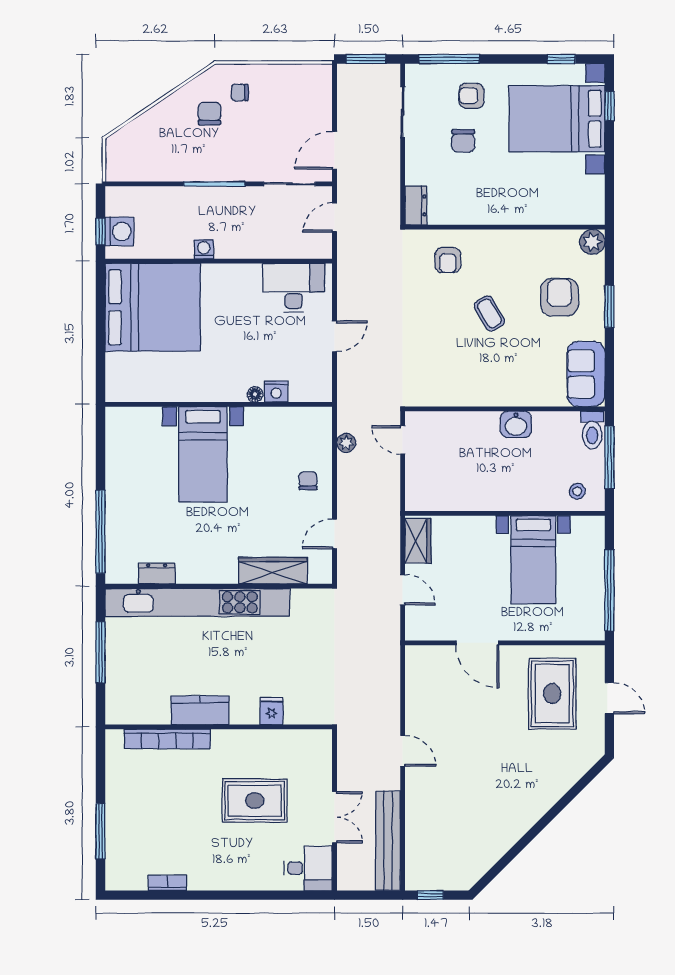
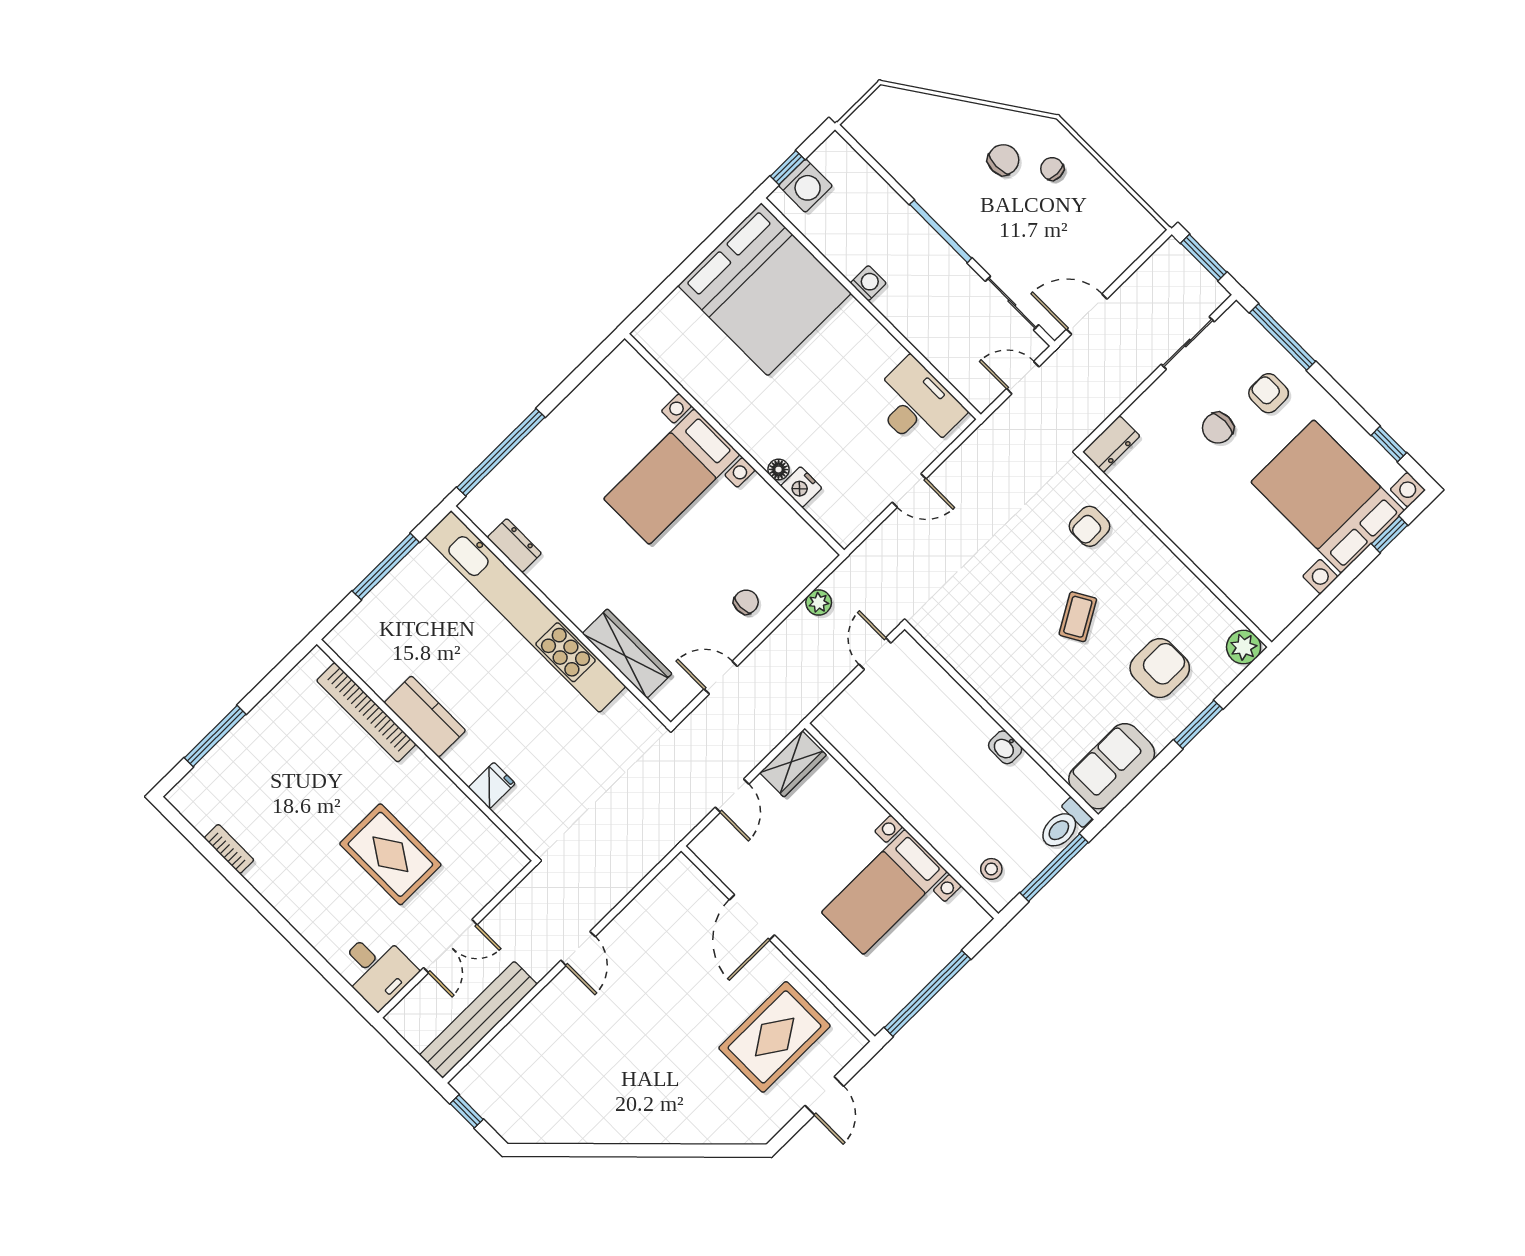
washbasin: (516, 424) -> (1005, 747), width x0.72, depth x0.69

